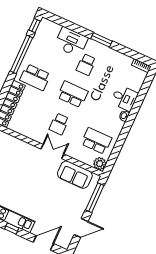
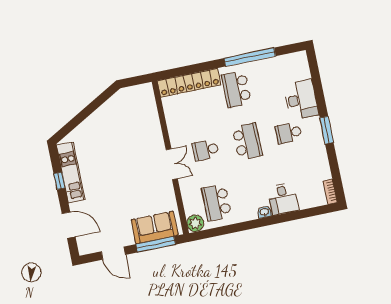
window: (35, 25) -> (290, 49), removed
school desk: (96, 141) -> (217, 202), turned 180
sofa: (75, 175) -> (155, 227), moved, turned 90

